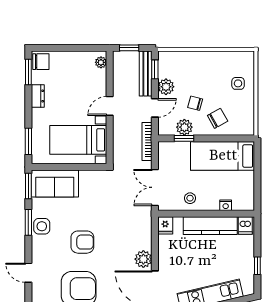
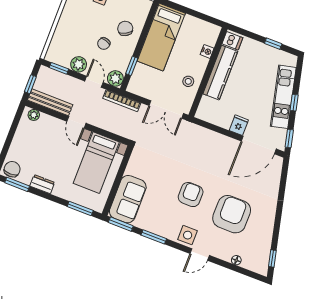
bench: (146, 73) -> (50, 102), moved
plant: (184, 127) -> (115, 78), moved
fridge: (165, 225) -> (239, 125), moved, turned -90
side table: (42, 226) -> (188, 235), moved
plant: (143, 259) -> (227, 145), removed

